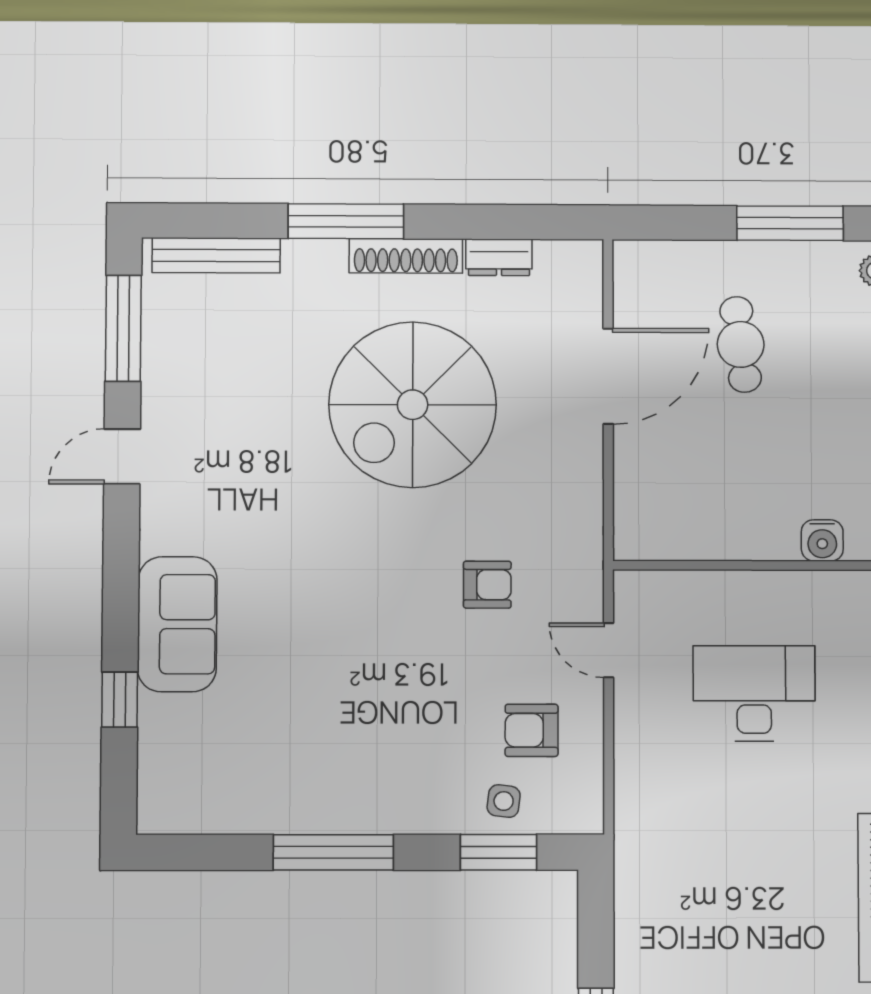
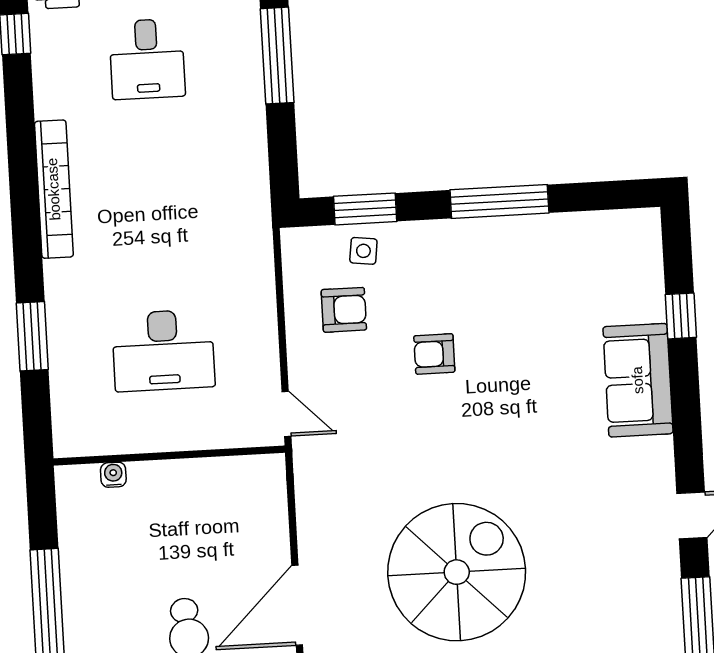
water cooler: (822, 540) -> (113, 475), width x0.72, depth x0.72
armchair: (487, 585) -> (434, 354), moved
door: (609, 650) -> (286, 414), moved

